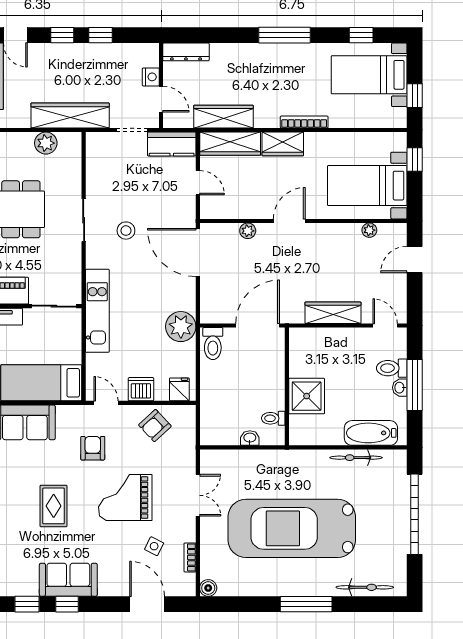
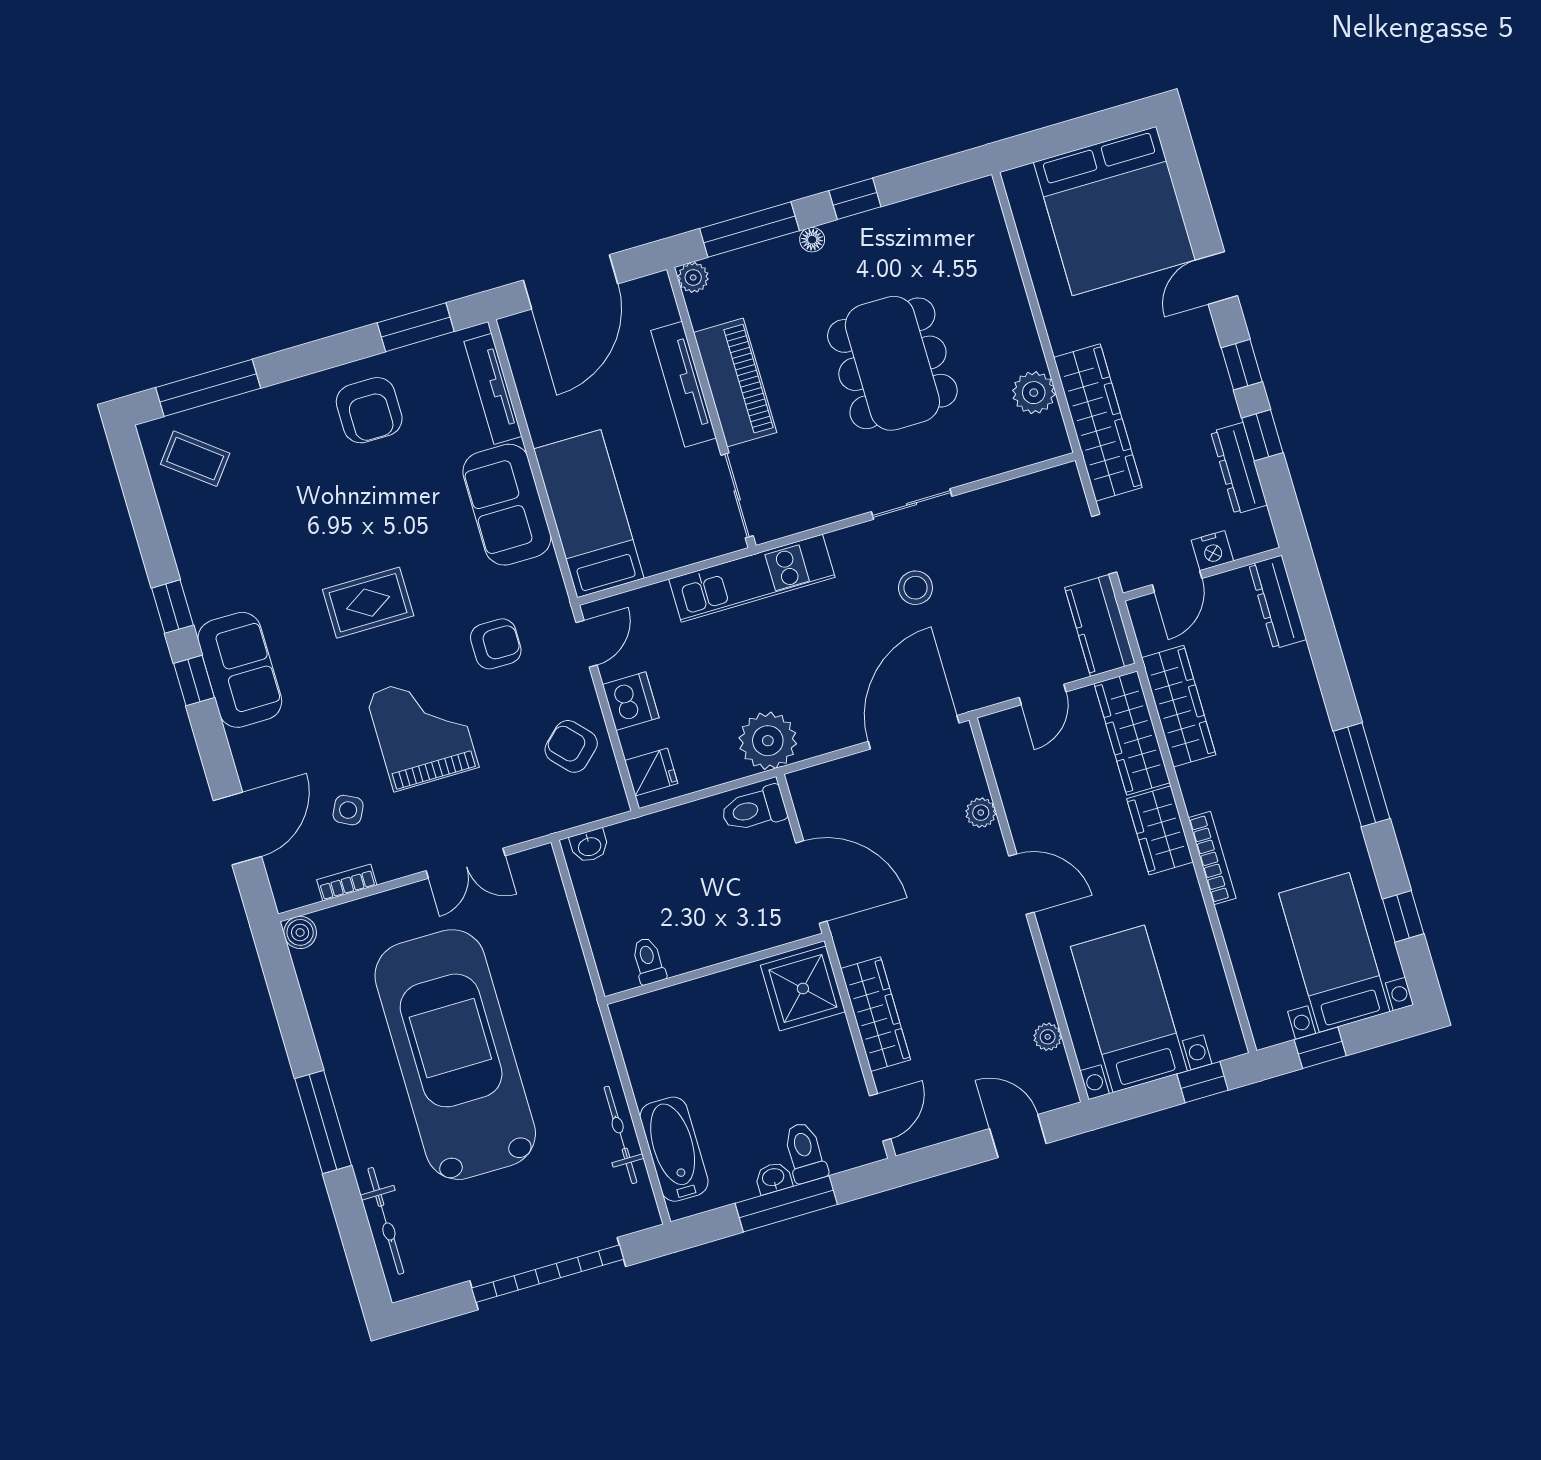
dresser: (114, 52) -> (1239, 468), added
shower: (307, 396) -> (803, 988), moved
washbasin: (250, 438) -> (589, 846), moved, turned 90

